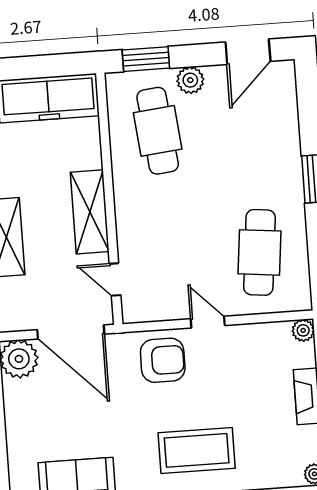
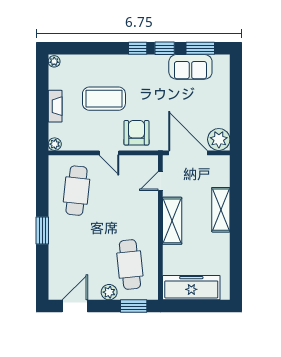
door: (115, 279) -> (160, 181), swing flipped
armchair: (163, 360) -> (136, 133), turned 90
coffee table: (197, 450) -> (104, 99), moved

